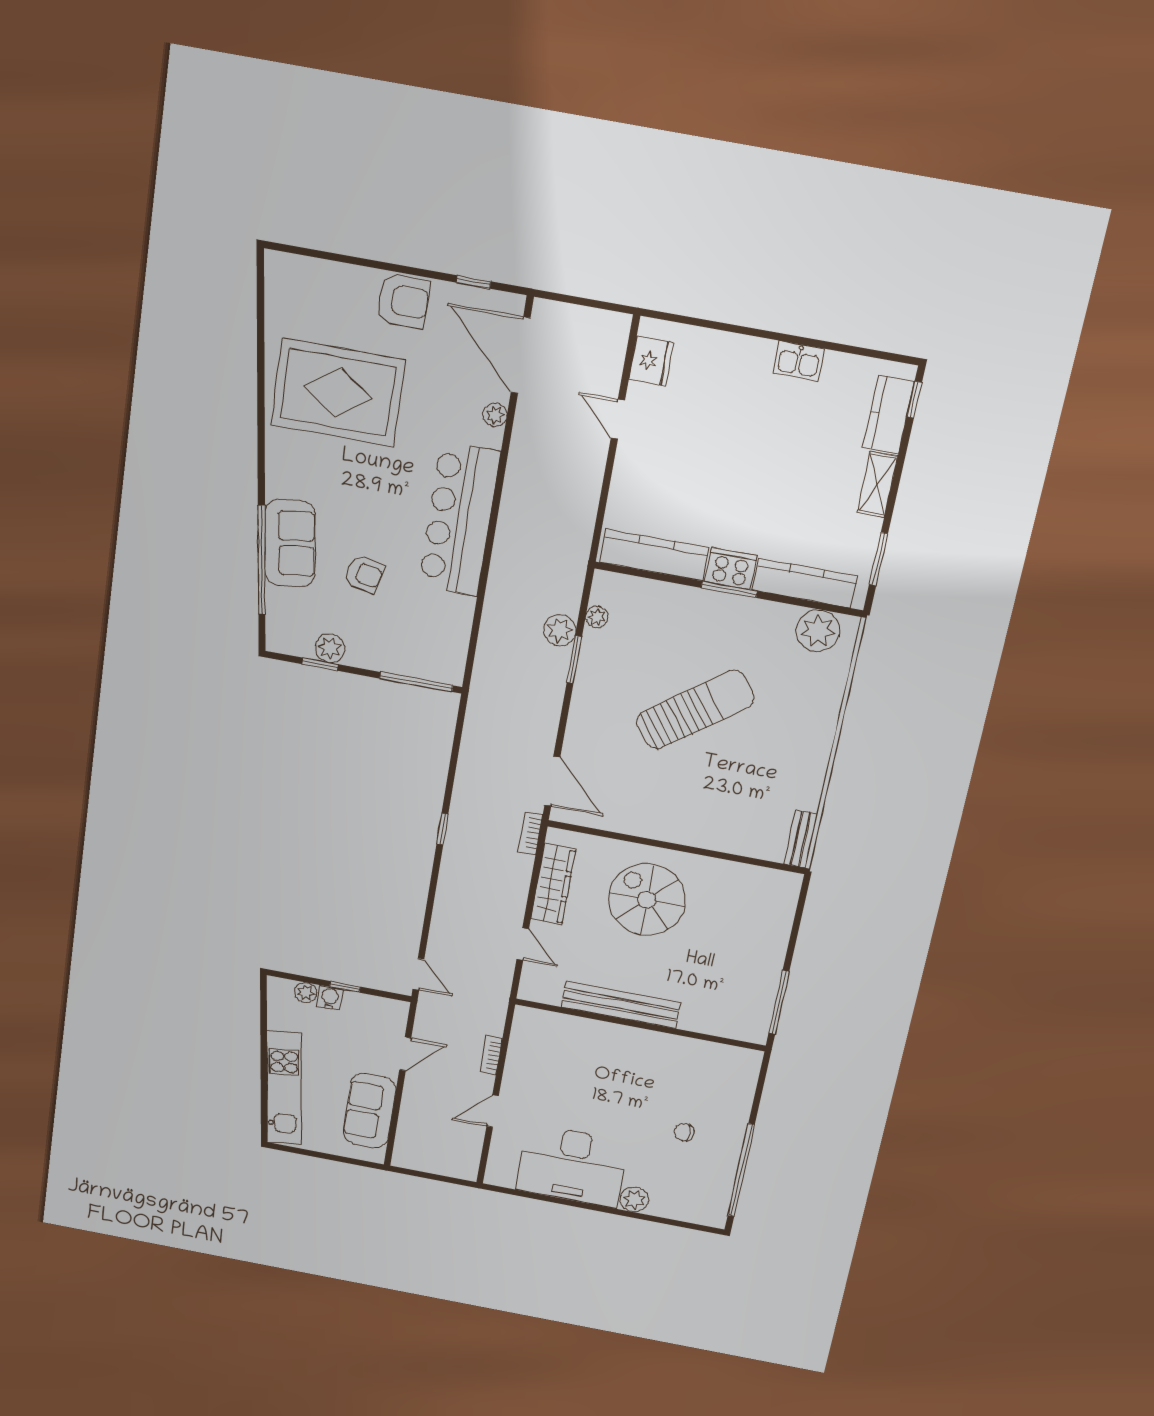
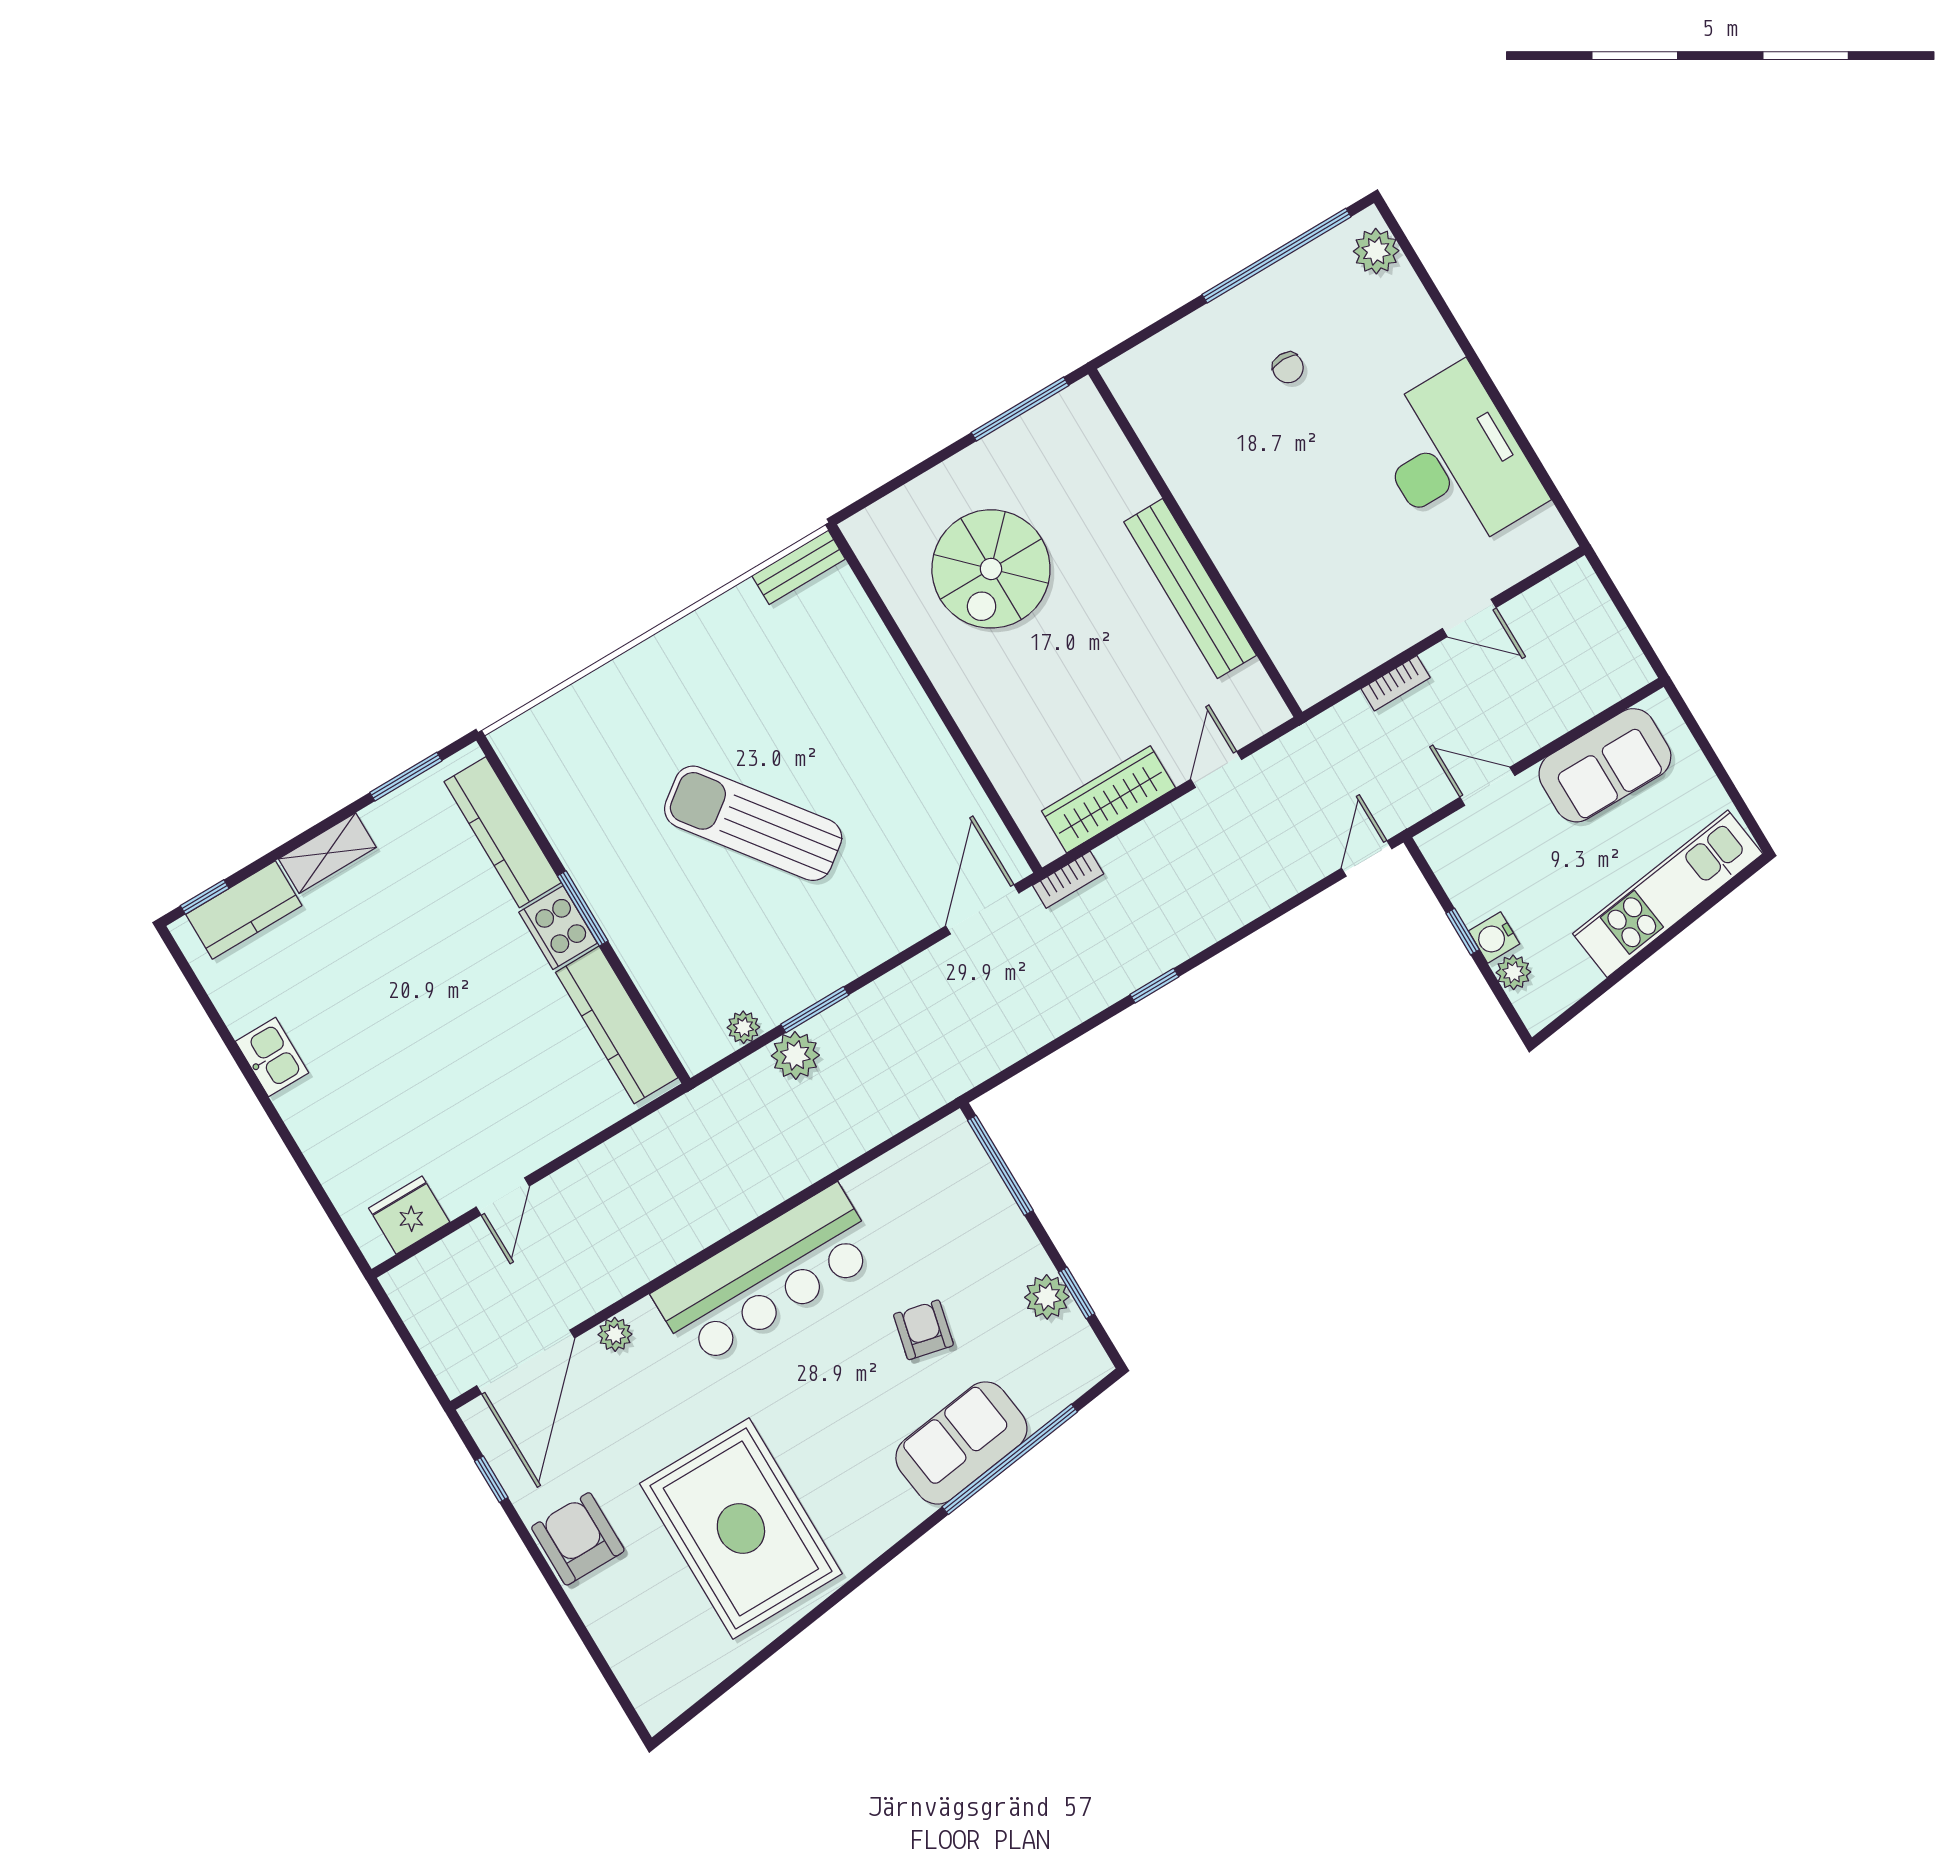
plant: (818, 631) -> (542, 769), removed
spiral stairs: (647, 900) -> (991, 569), moved
plant: (634, 1199) -> (1376, 251), moved

